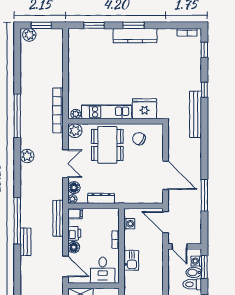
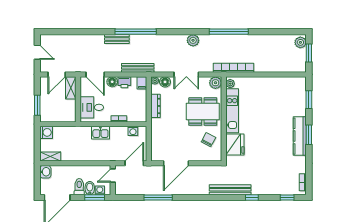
door: (66, 266) -> (95, 74), hinge flipped

